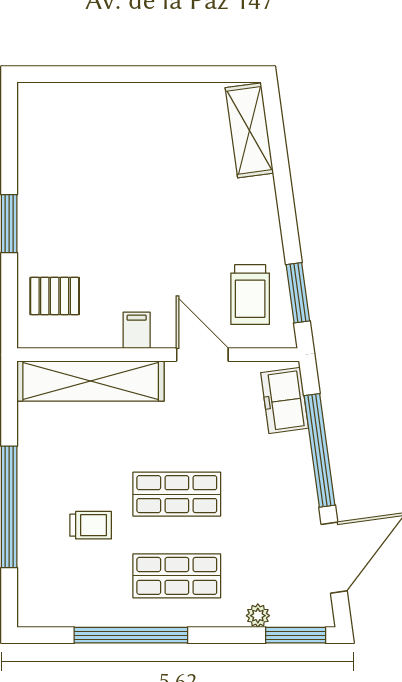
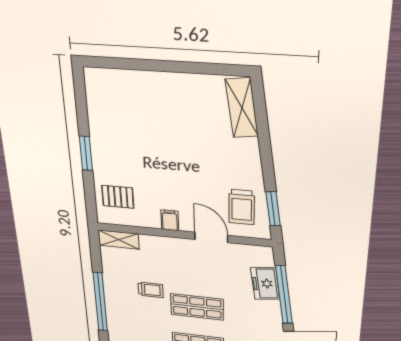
shelving: (91, 381) -> (119, 240), width x0.45, depth x0.75
freezer: (285, 400) -> (265, 284), moved
trolley: (91, 525) -> (151, 290), moved

